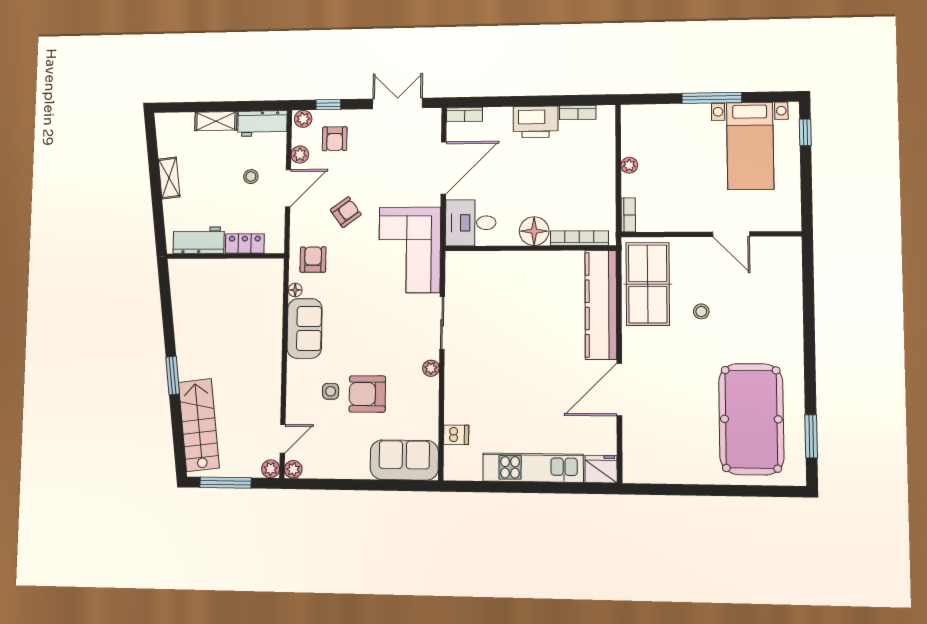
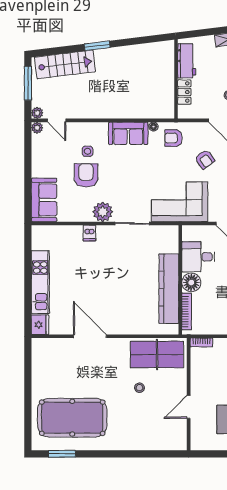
desk: (471, 223) -> (198, 257), moved, turned -90
armchair: (313, 260) -> (173, 138), turned 180
kitchen counter: (601, 305) -> (169, 289), moved, turned -90
plant: (431, 368) -> (103, 212), width x1.88, depth x1.88
dishwasher: (456, 435) -> (89, 233), moved

